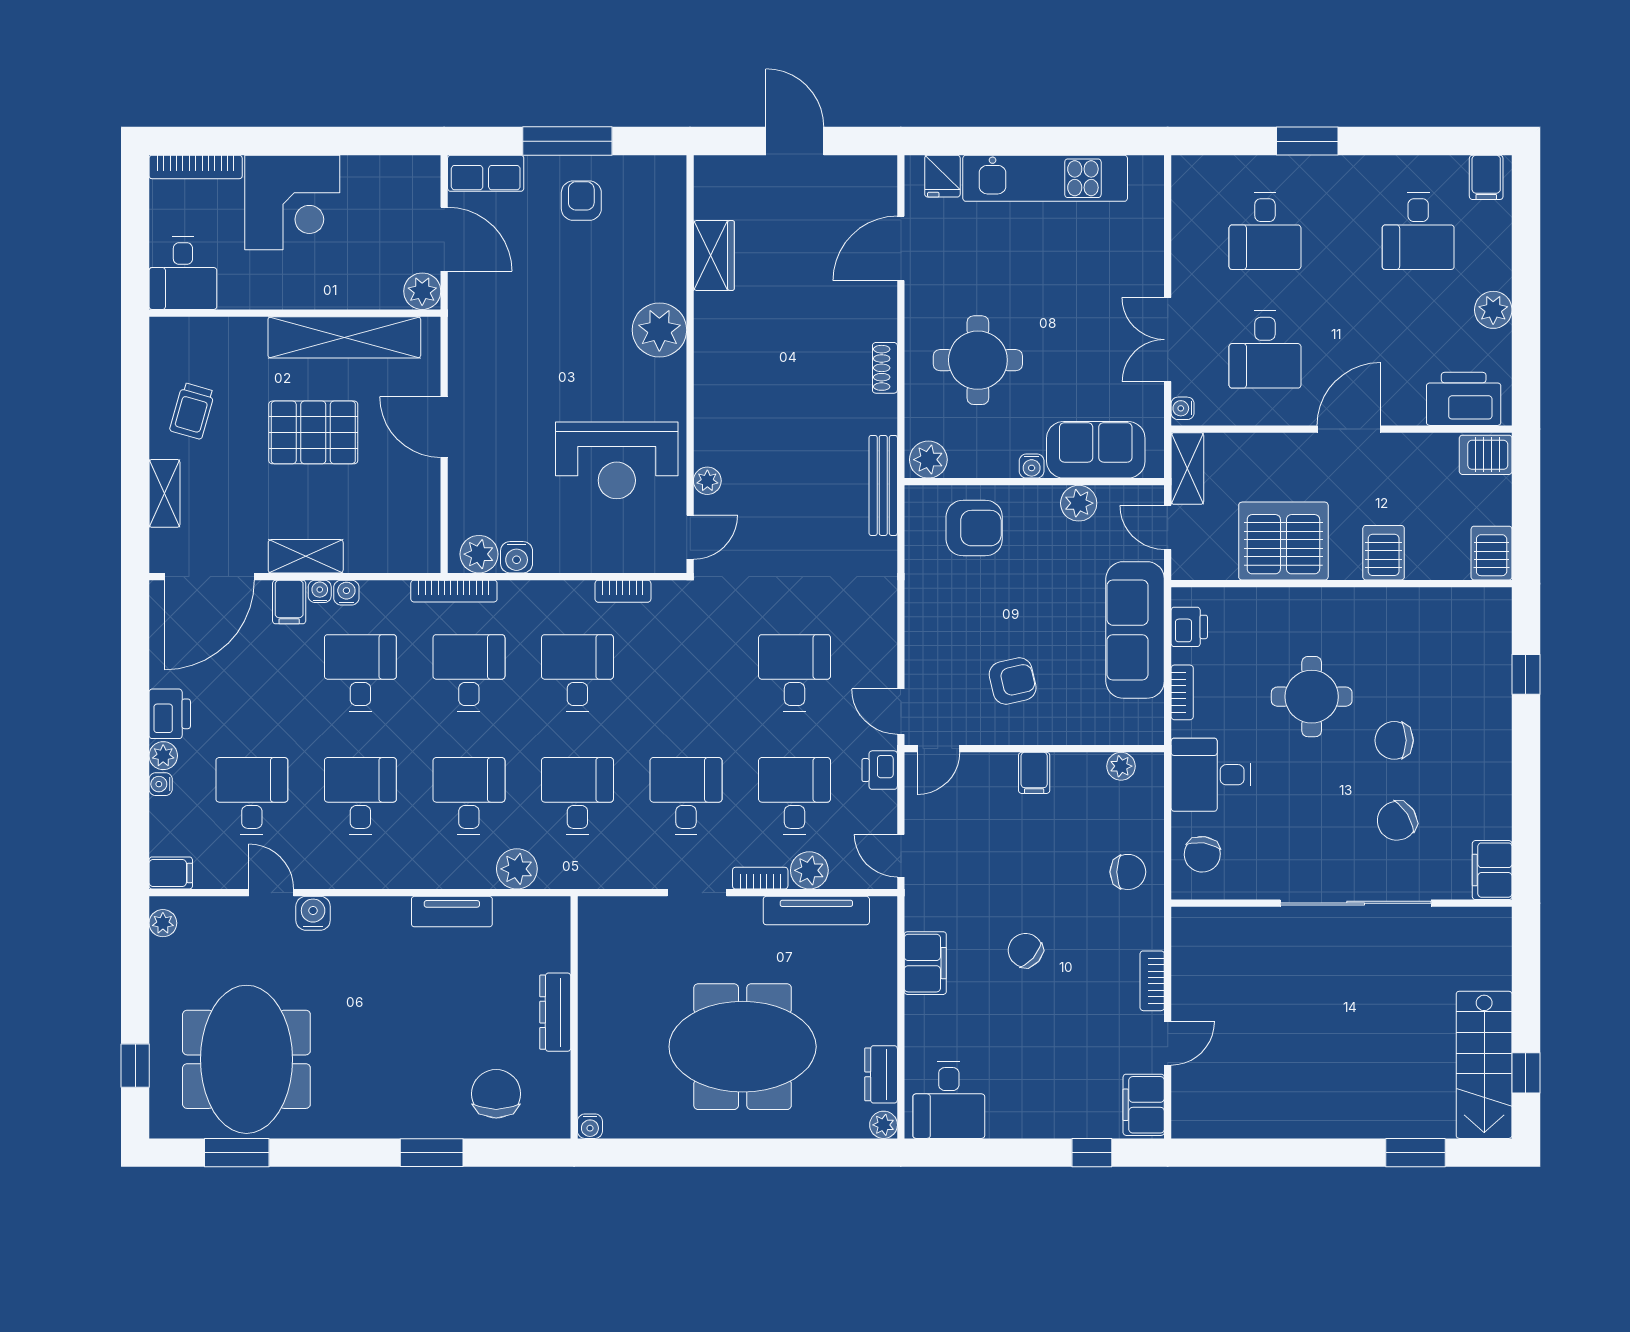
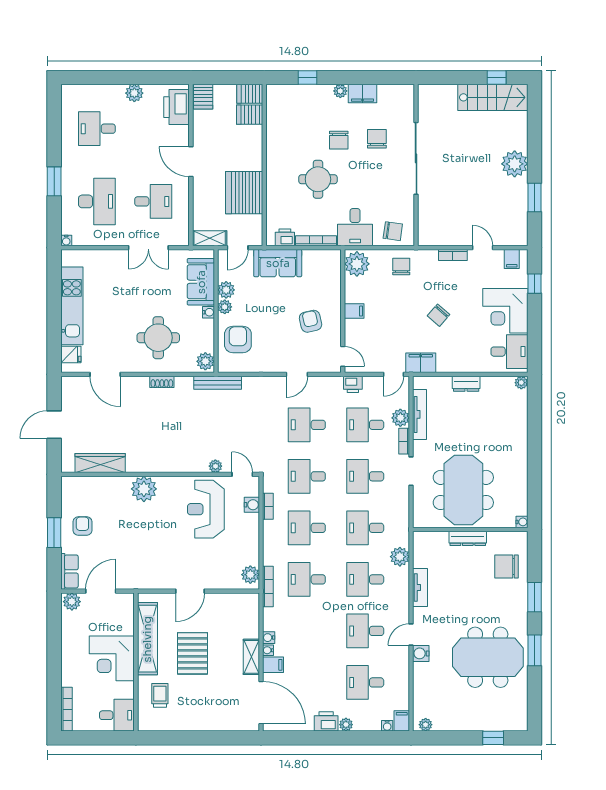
window: (567, 141) -> (54, 533), width x0.69
filing cabinet: (1486, 177) -> (71, 96), removed
armchair: (581, 201) -> (82, 526), turned 90
corner desk: (292, 202) -> (112, 658), moved, turned 180
desk: (1265, 231) -> (97, 201), width x1.37
desk: (1418, 231) -> (97, 129), turned 180
wardrobe: (714, 255) -> (100, 463), width x1.50
plant: (422, 291) -> (72, 602), moved
water cooler: (1183, 408) -> (66, 241), moved
trolley: (192, 411) -> (160, 695), moved, turned -106
reception desk: (617, 460) -> (206, 509), turned 180
shelving: (164, 493) -> (221, 724), removed
plant: (1043, 500) -> (225, 307), added
server rack: (1384, 553) -> (250, 115), moved
water cooler: (517, 557) -> (252, 505), moved
sofa: (1135, 630) -> (278, 263), width x0.73
desk: (360, 673) -> (307, 476), moved
bookcase: (1182, 692) -> (316, 241), width x1.56
door: (901, 712) -> (297, 374), moved
plant: (1498, 744) -> (340, 91), added
plant: (1121, 766) -> (357, 264), width x1.87, depth x1.87
water cooler: (161, 784) -> (387, 726), moved
chair: (1397, 821) -> (377, 139), turned -148
filing cabinet: (1492, 870) -> (362, 94), moved
door: (271, 893) -> (411, 634), moved
filing cabinet: (925, 963) -> (421, 363), moved
meeting table: (743, 1047) -> (463, 490), moved
meeting table: (246, 1059) -> (488, 657), moved
dresser: (881, 1074) -> (466, 384), moved
corner desk: (1035, 1091) -> (505, 311), added
filing cabinet: (1144, 1105) -> (512, 259), width x0.50
plant: (1344, 1111) -> (515, 164), added
window: (237, 1153) -> (534, 650), moved
window: (1415, 1153) -> (534, 198), moved

